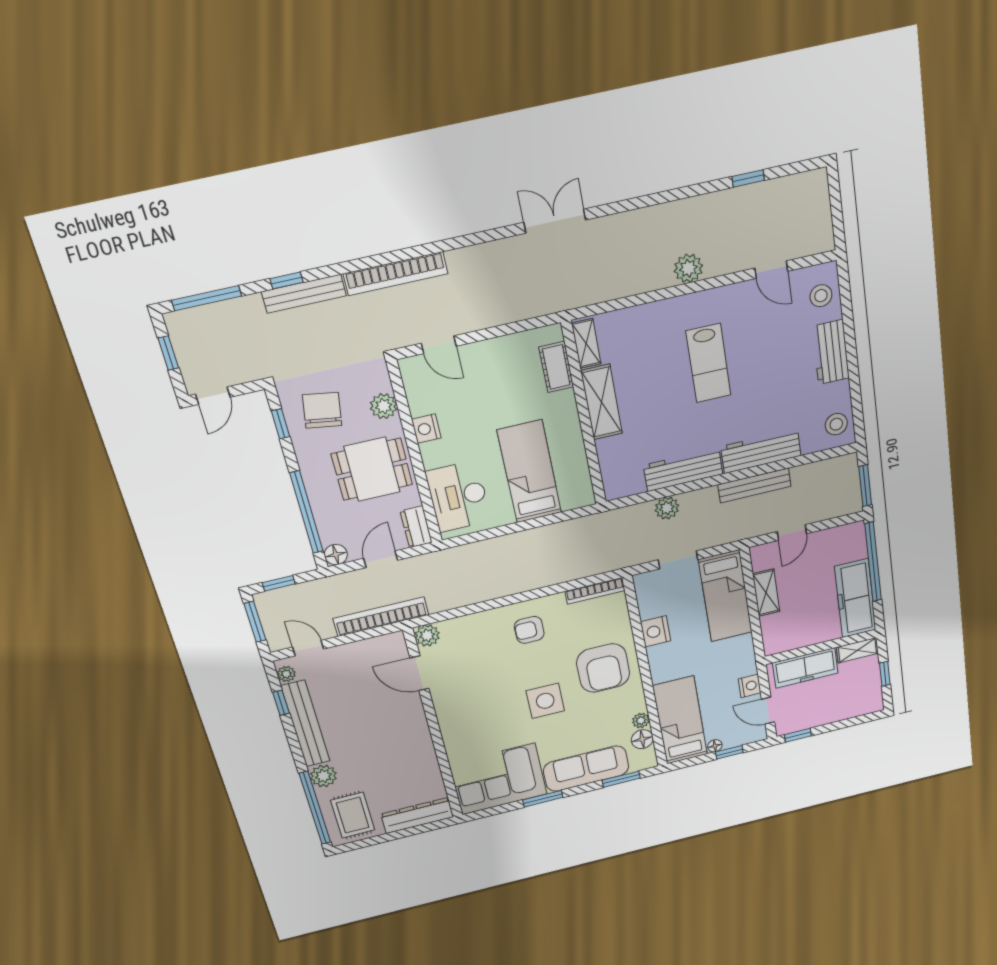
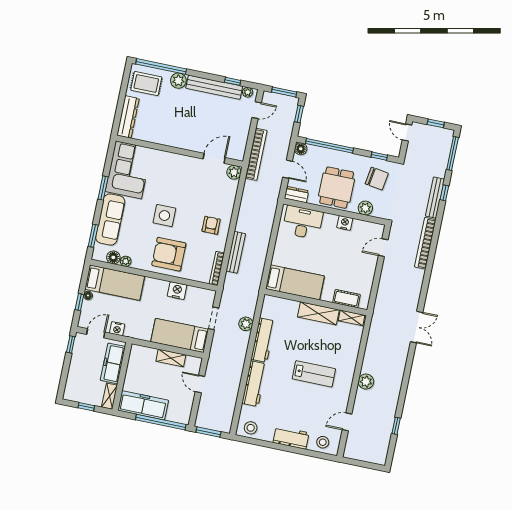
lab bench: (708, 363) -> (314, 374), turned 180
bed: (529, 472) -> (295, 282), moved
bench: (754, 485) -> (236, 252), moved

